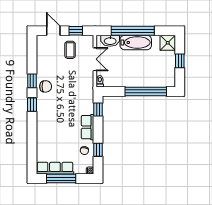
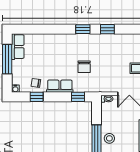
stool: (138, 79) -> (109, 138), added
chair: (46, 86) -> (84, 67), moved
row of seats: (55, 168) -> (18, 47), width x0.68

